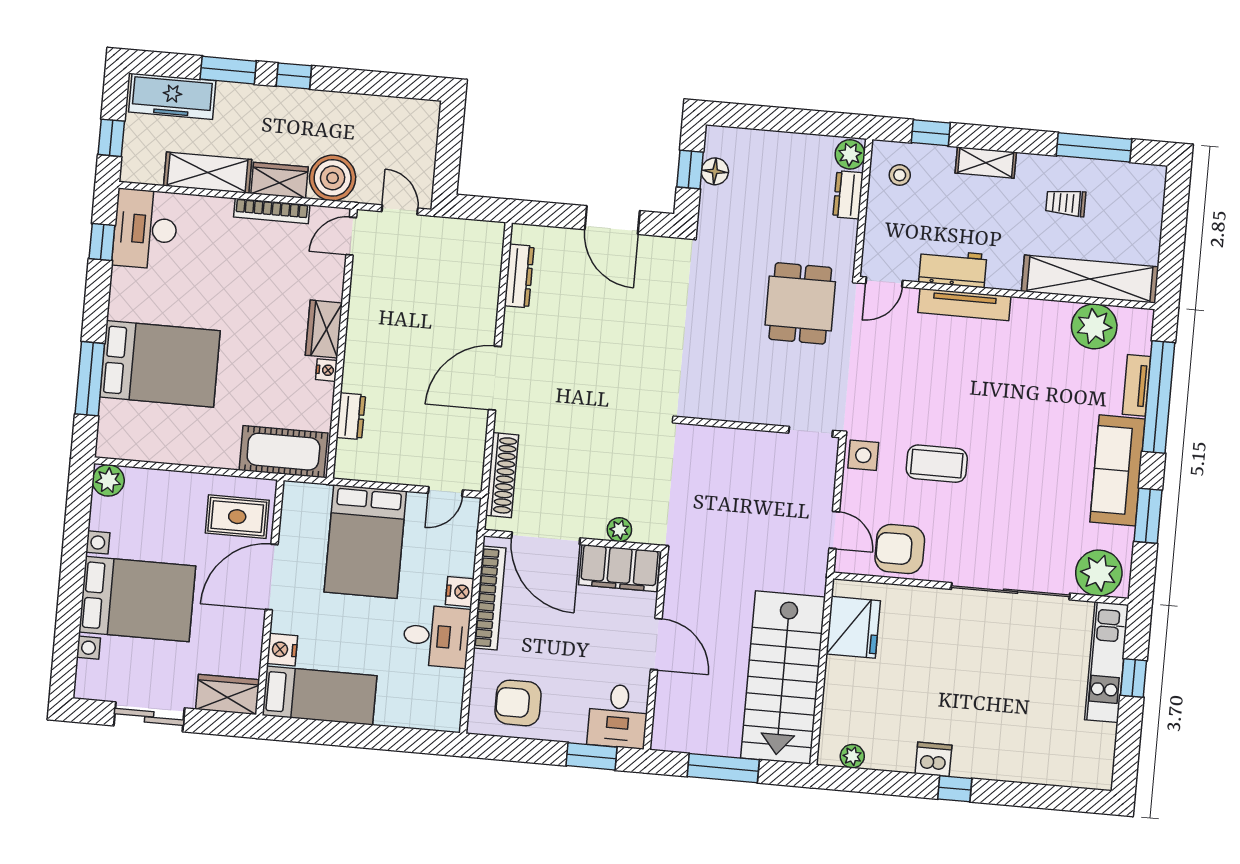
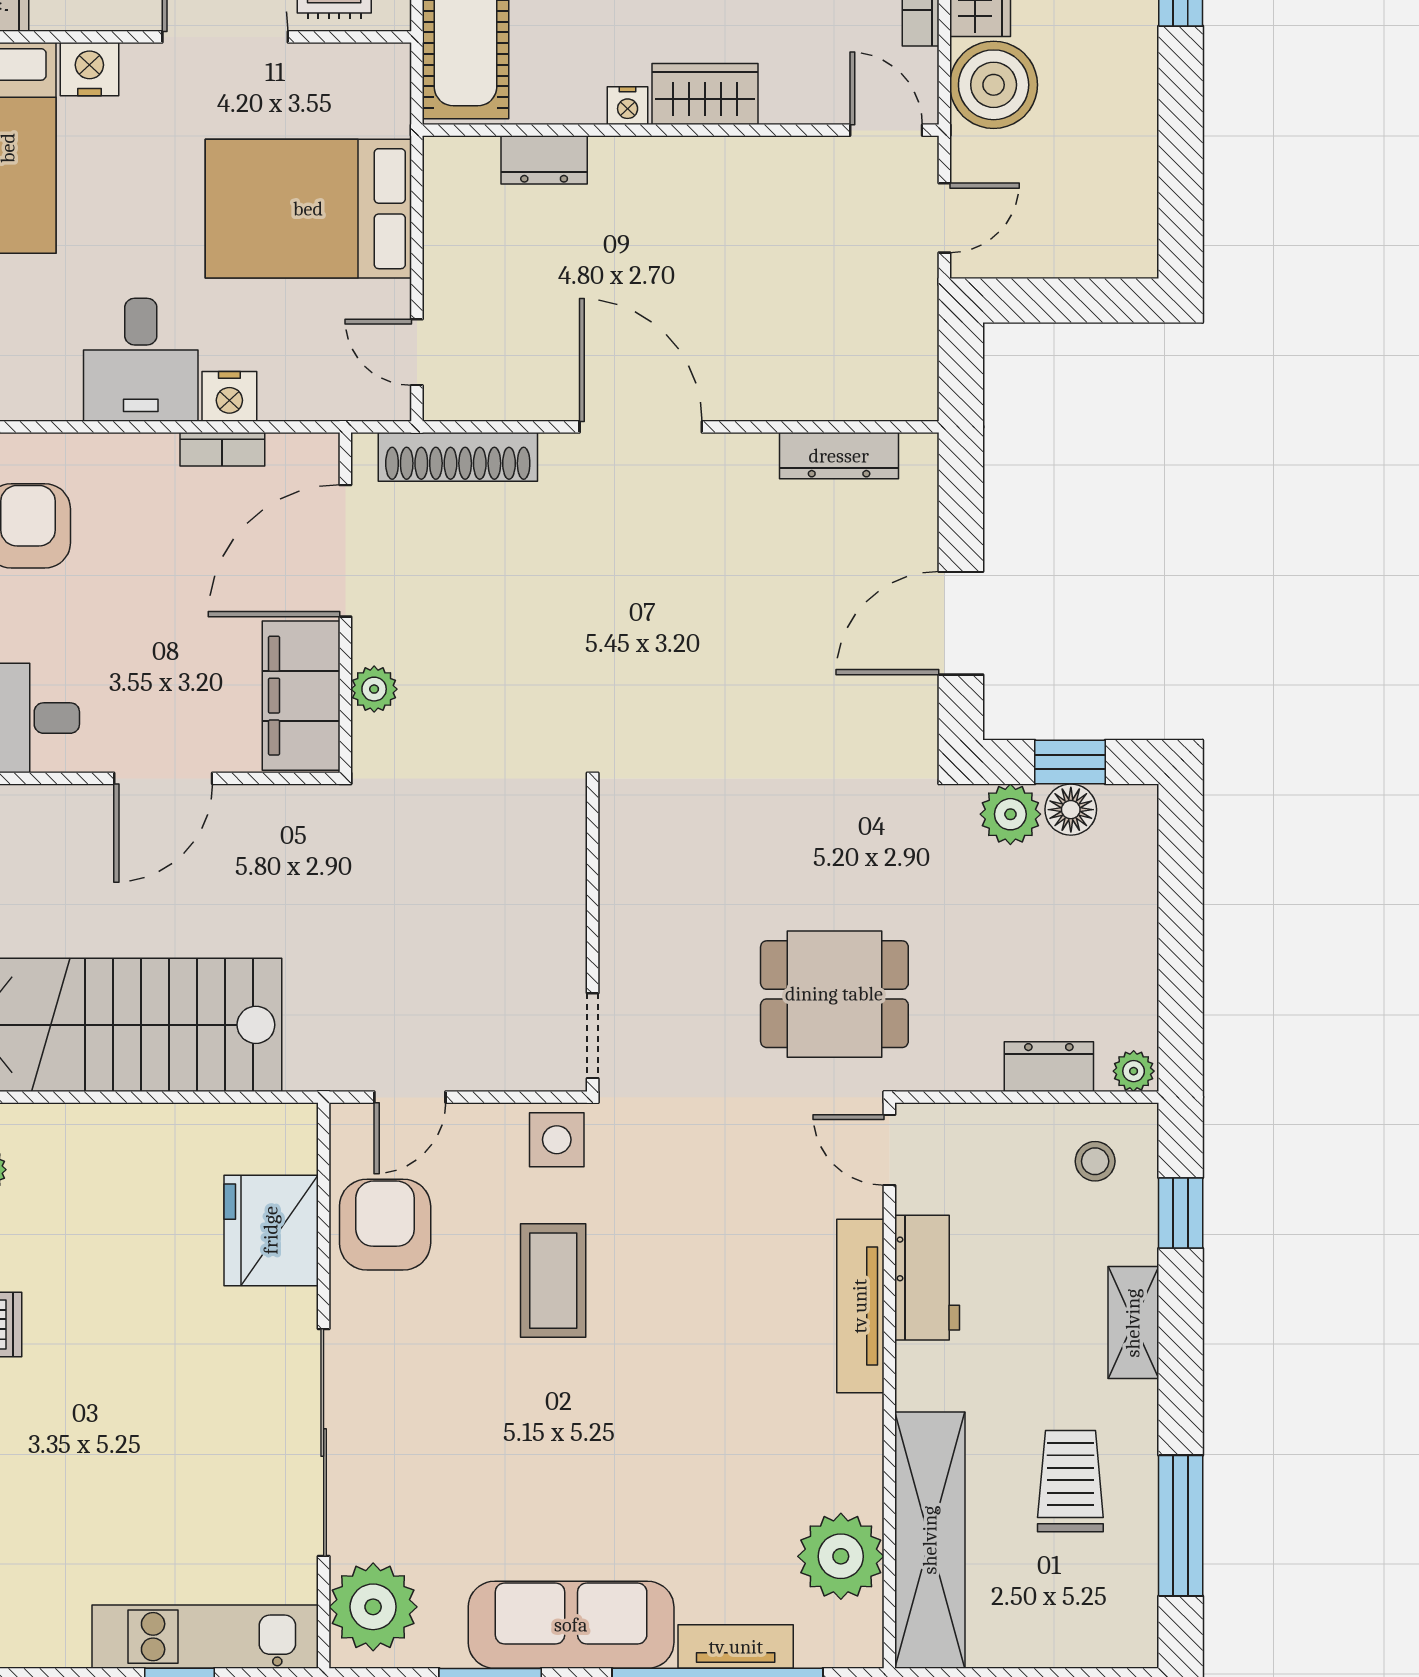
plant: (850, 154) -> (1134, 1071), width x0.73, depth x0.73
plant: (714, 203) -> (1010, 814), added
trolley: (1066, 203) -> (1070, 1481), width x1.36, depth x1.39
bookcase: (490, 598) -> (222, 449), width x0.43, depth x0.76
fridge: (853, 627) -> (271, 1230), moved, turned 90

